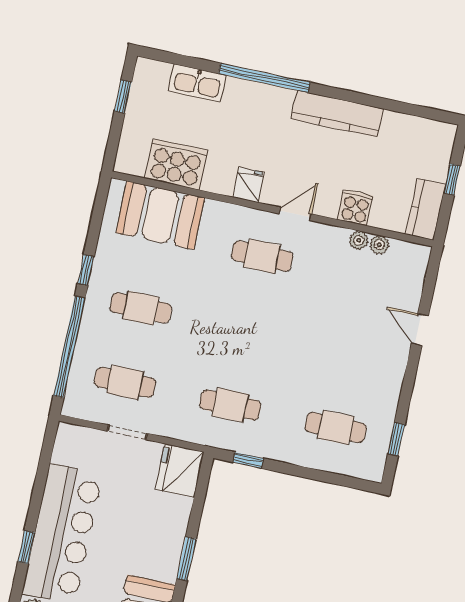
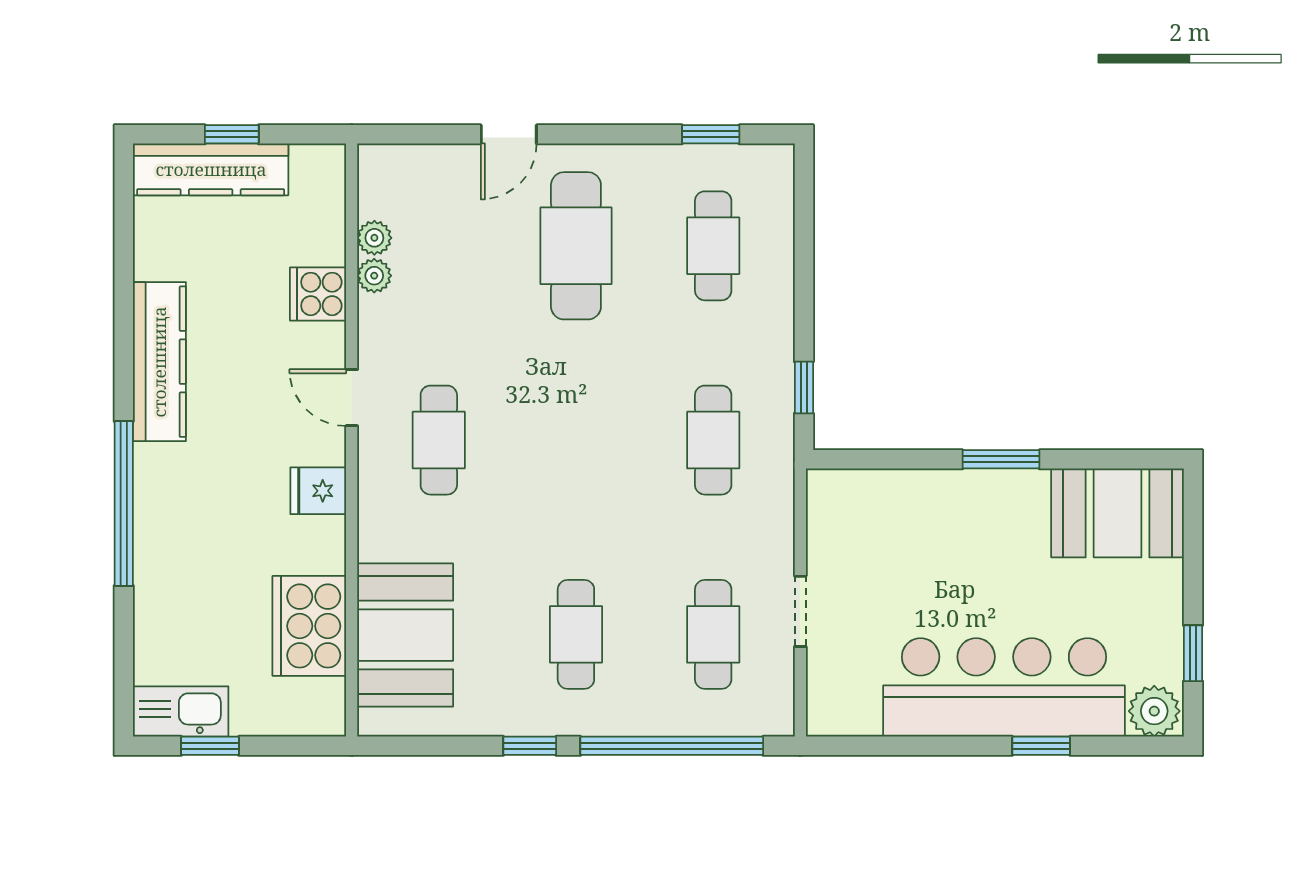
kitchen sink: (197, 83) -> (181, 711), moved, turned -90
kitchen counter: (426, 209) -> (211, 169), moved, width x1.50
cafe table: (352, 353) -> (576, 246), added
fridge: (180, 471) -> (848, 504), removed

